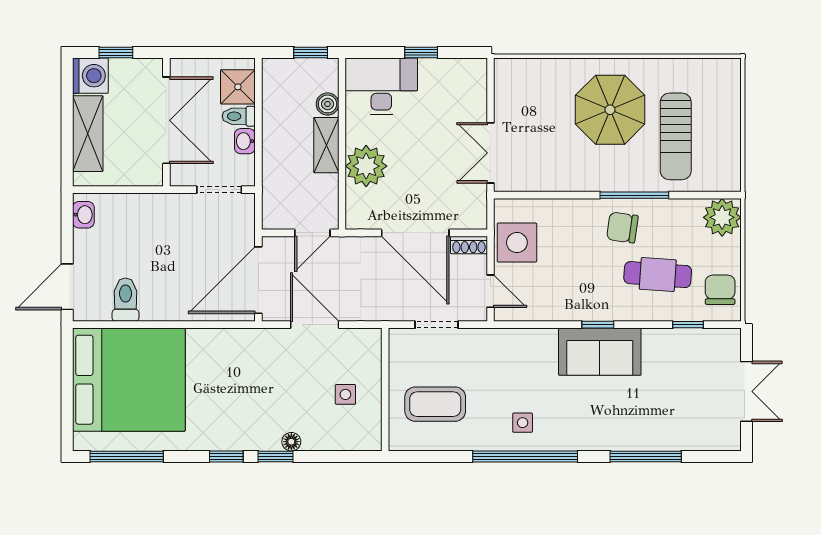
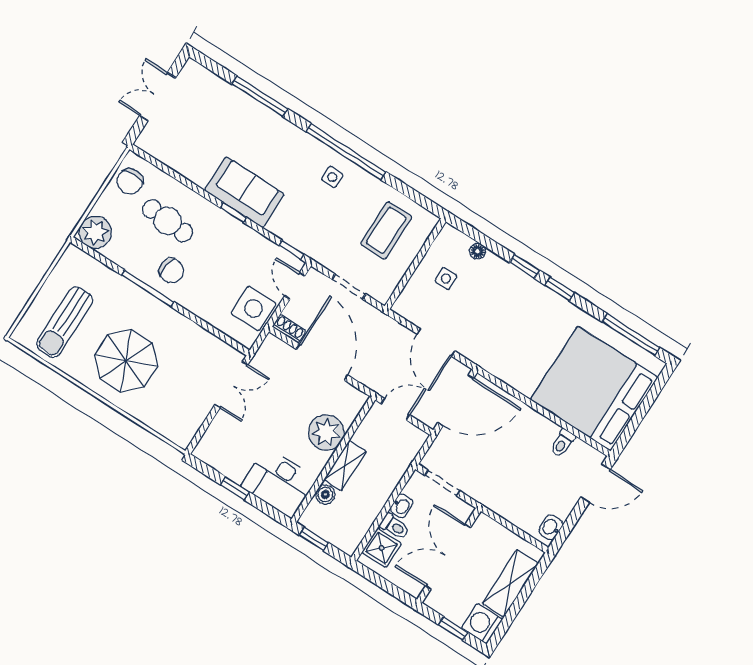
sun lounger: (676, 136) -> (65, 322), moved, turned 180
toilet: (125, 300) -> (562, 443), width x0.73, depth x0.72
window: (688, 325) -> (291, 250), moved
coffee table: (435, 404) -> (386, 230), turned 90
floor lamp: (291, 442) -> (478, 251), moved

